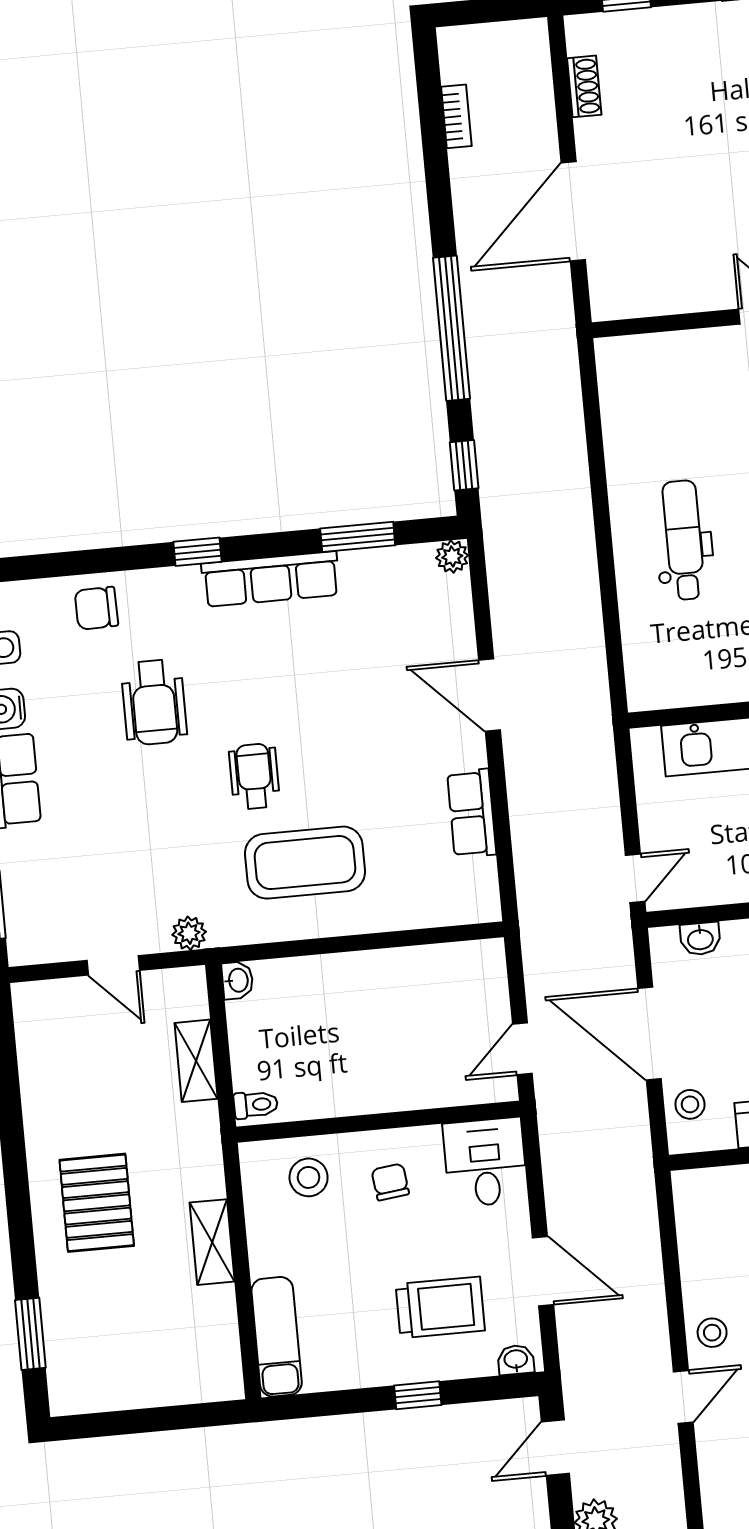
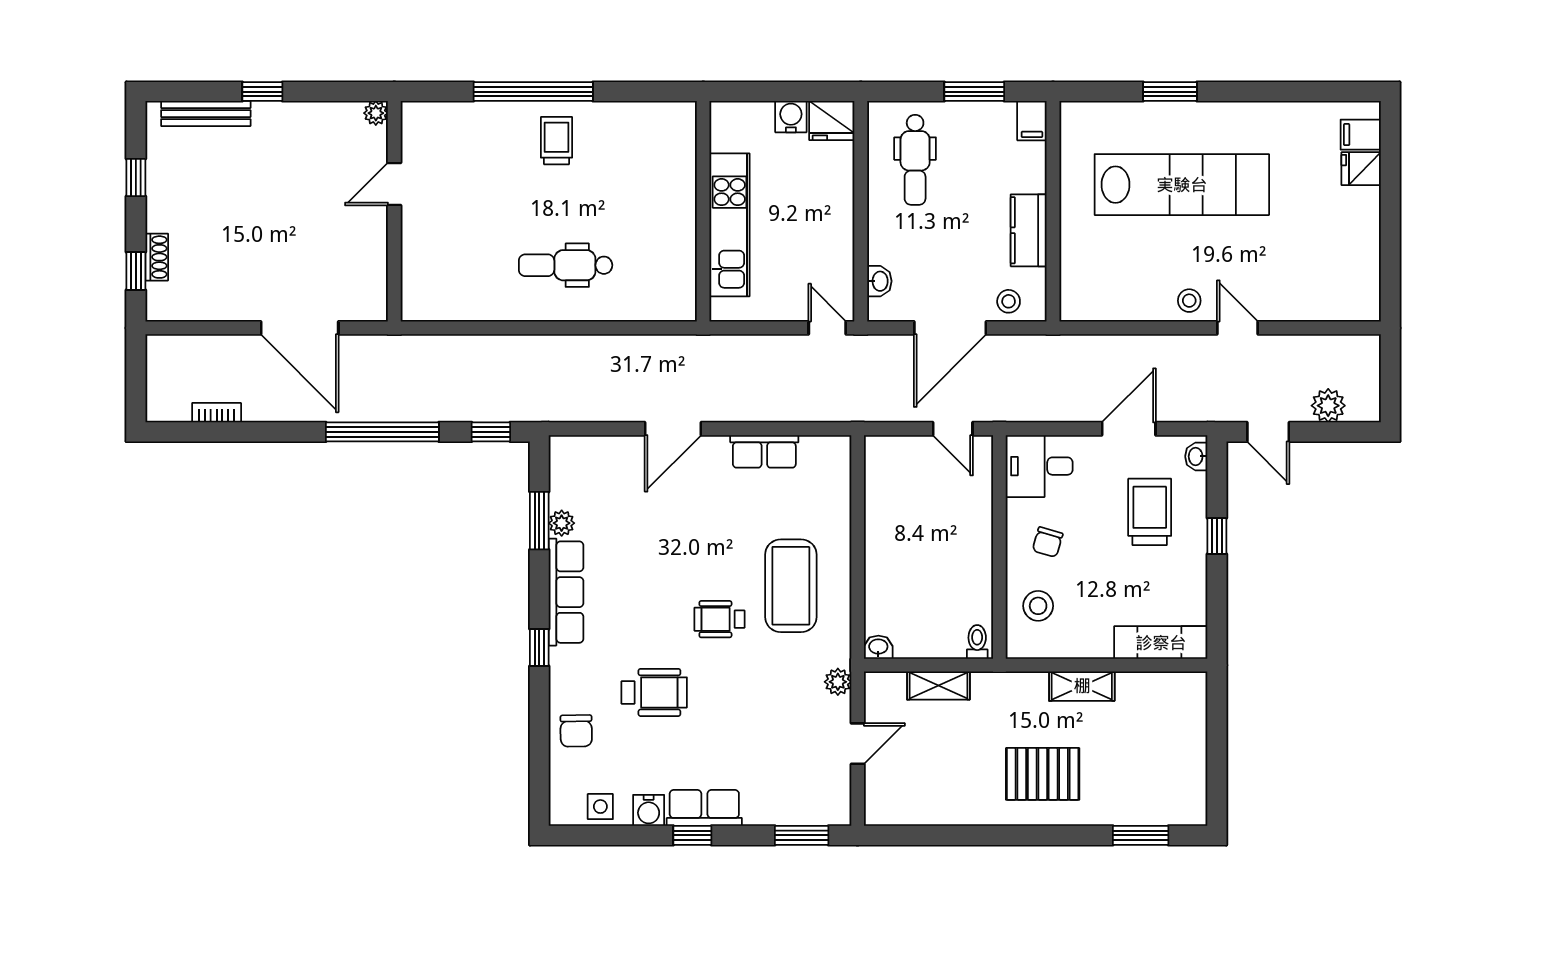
shoe rack: (584, 86) -> (157, 257), moved, turned 90
plant: (452, 557) -> (562, 523), moved
chair: (390, 1182) -> (1048, 542), turned -67

